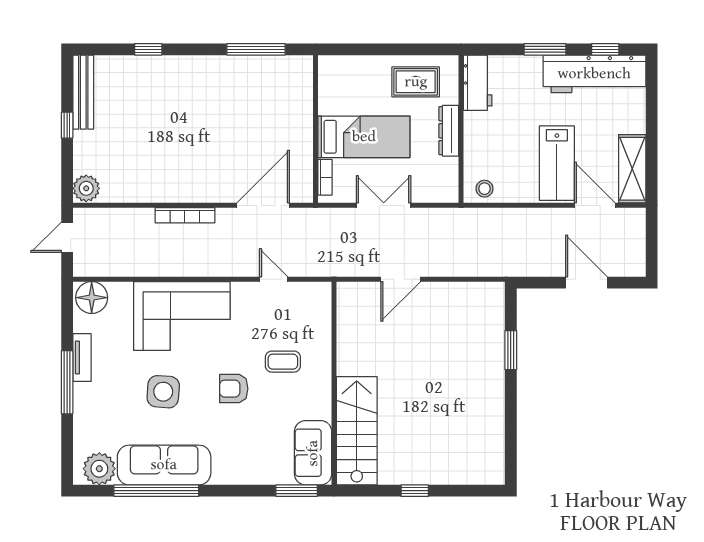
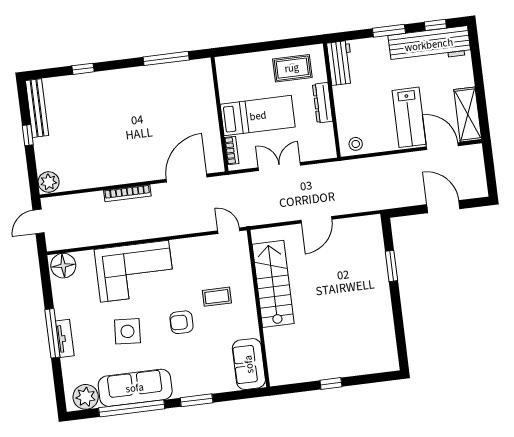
door: (274, 279) -> (229, 231), moved
door: (401, 279) -> (316, 220), moved
tv unit: (82, 357) -> (65, 338), moved
stairs: (357, 431) -> (273, 284), moved
window: (297, 491) -> (197, 400), moved

